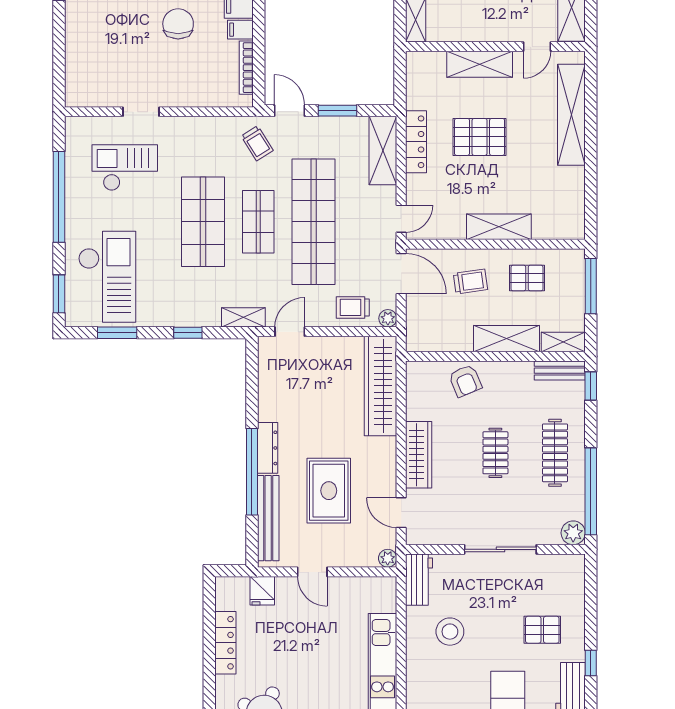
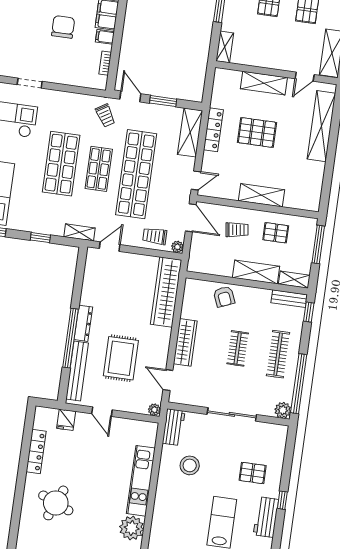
bookcase: (246, 68) -> (105, 63), width x0.64

